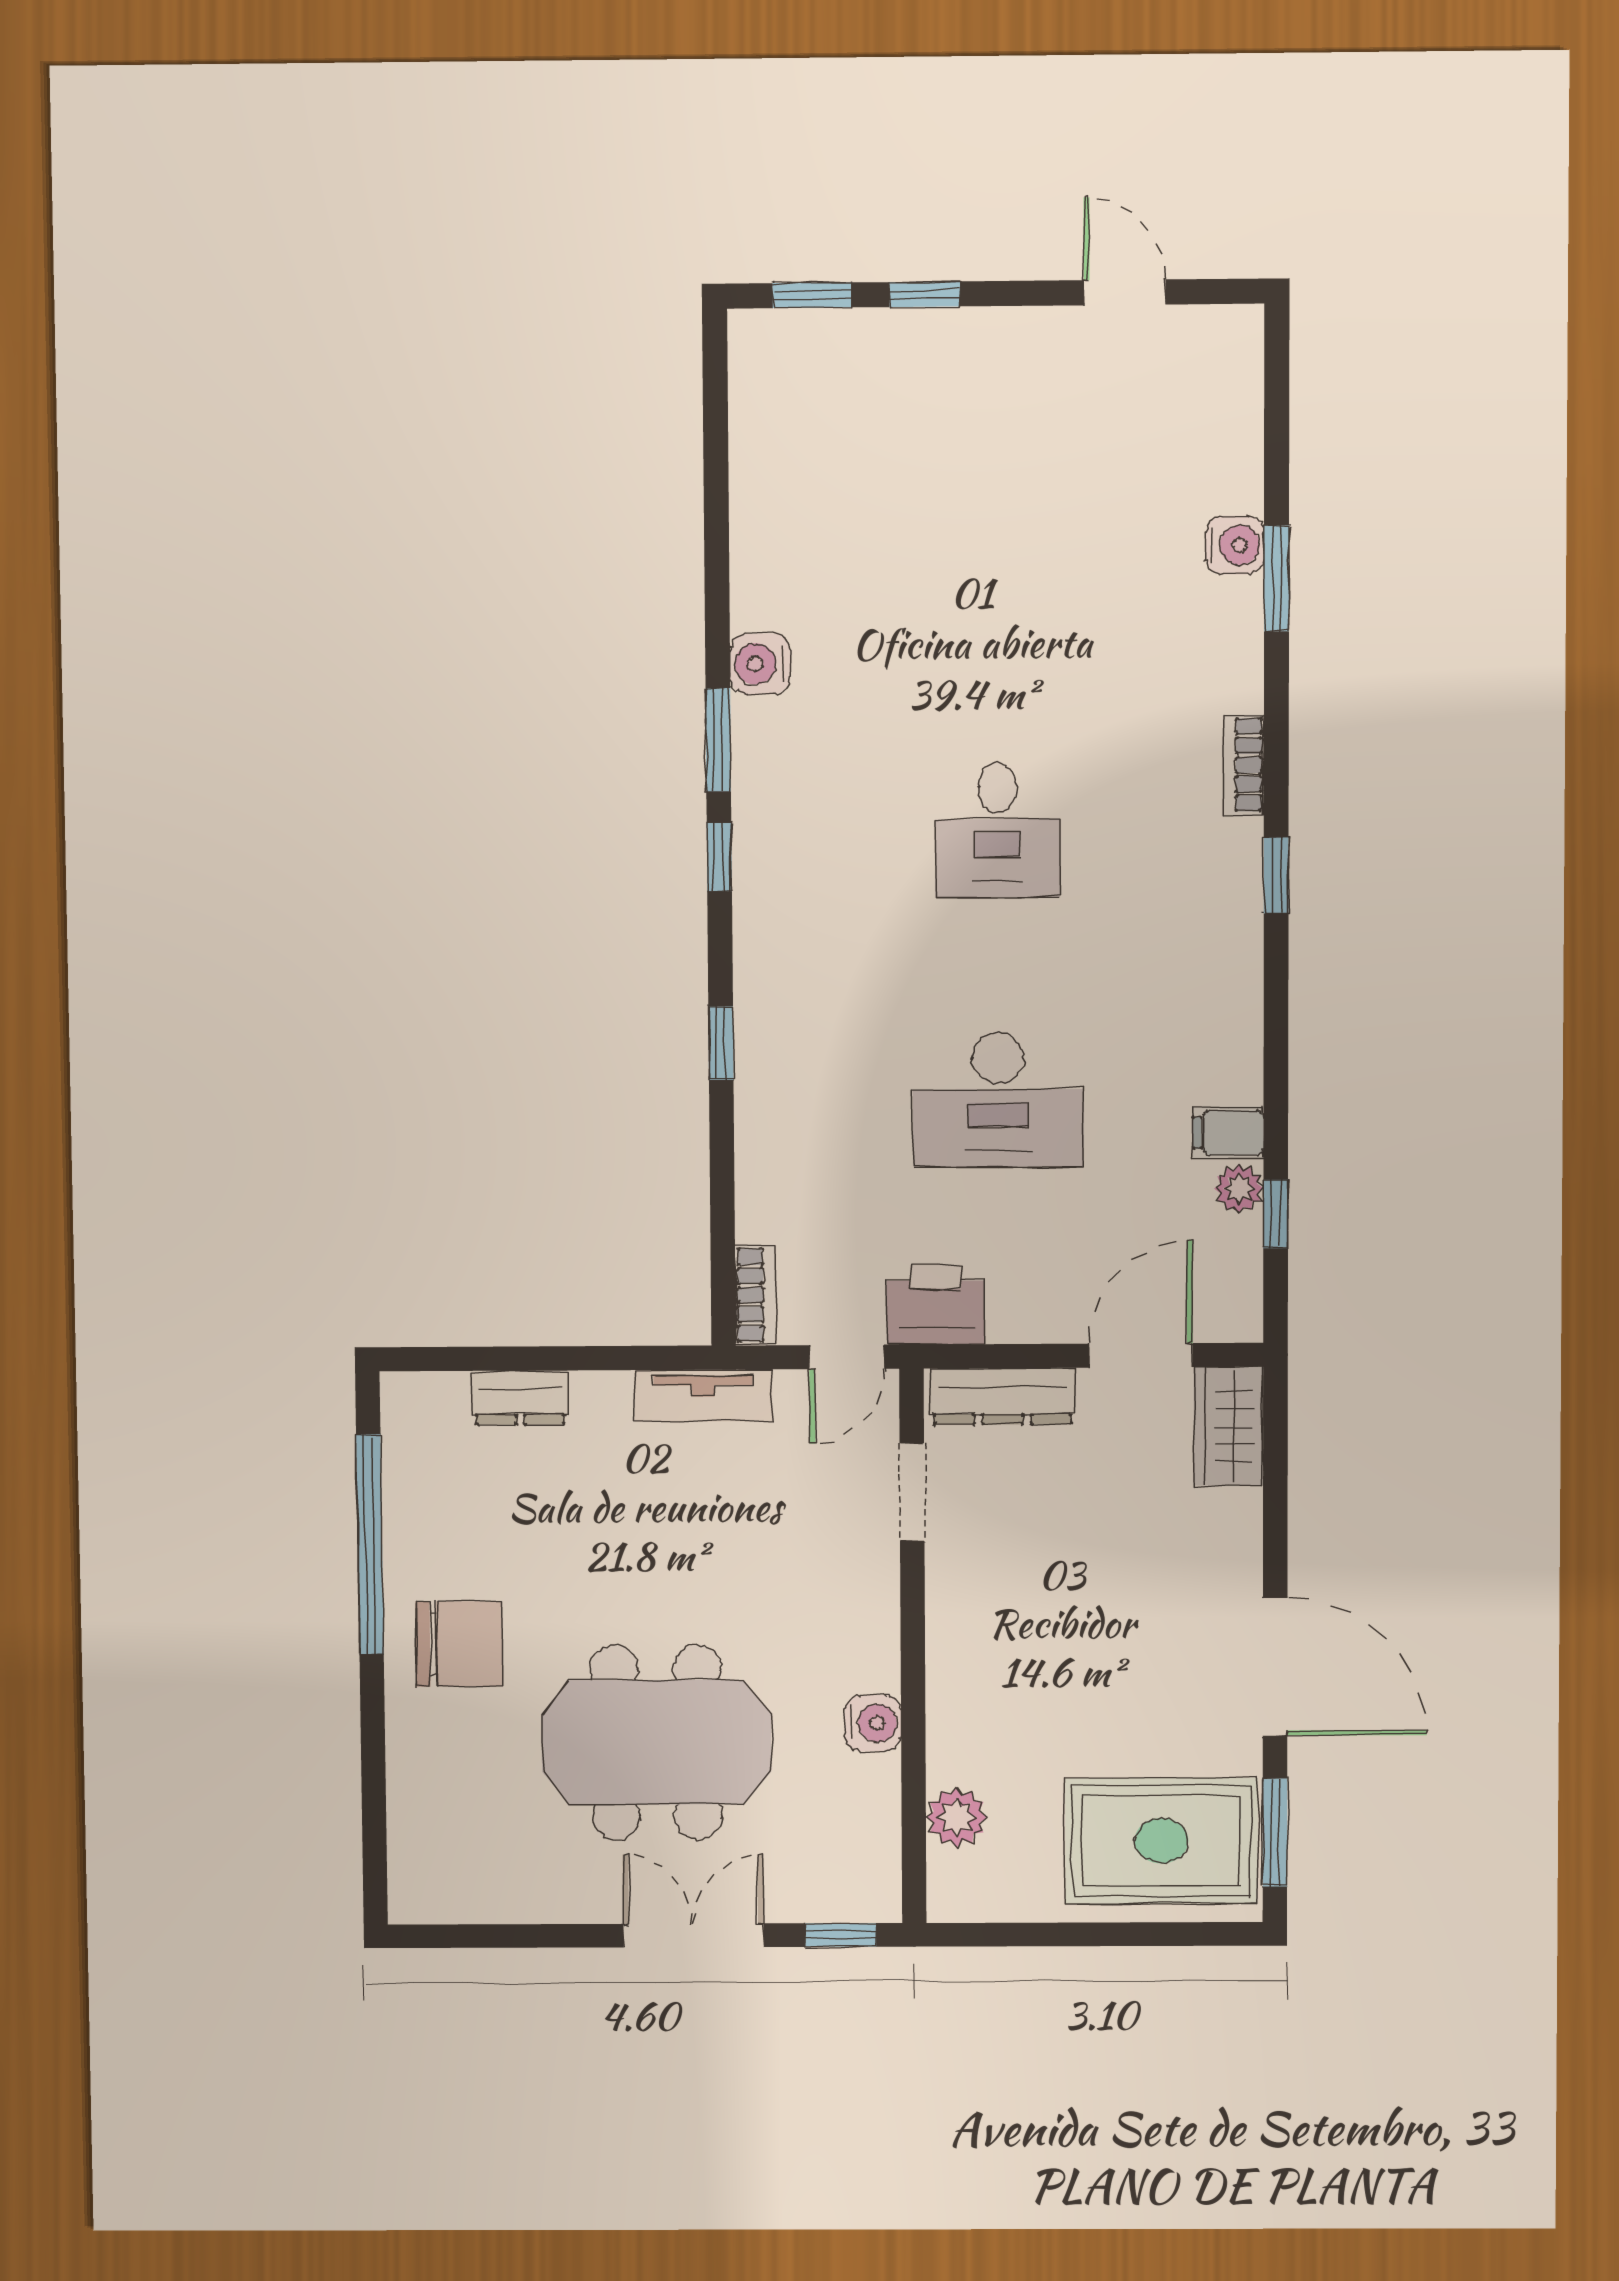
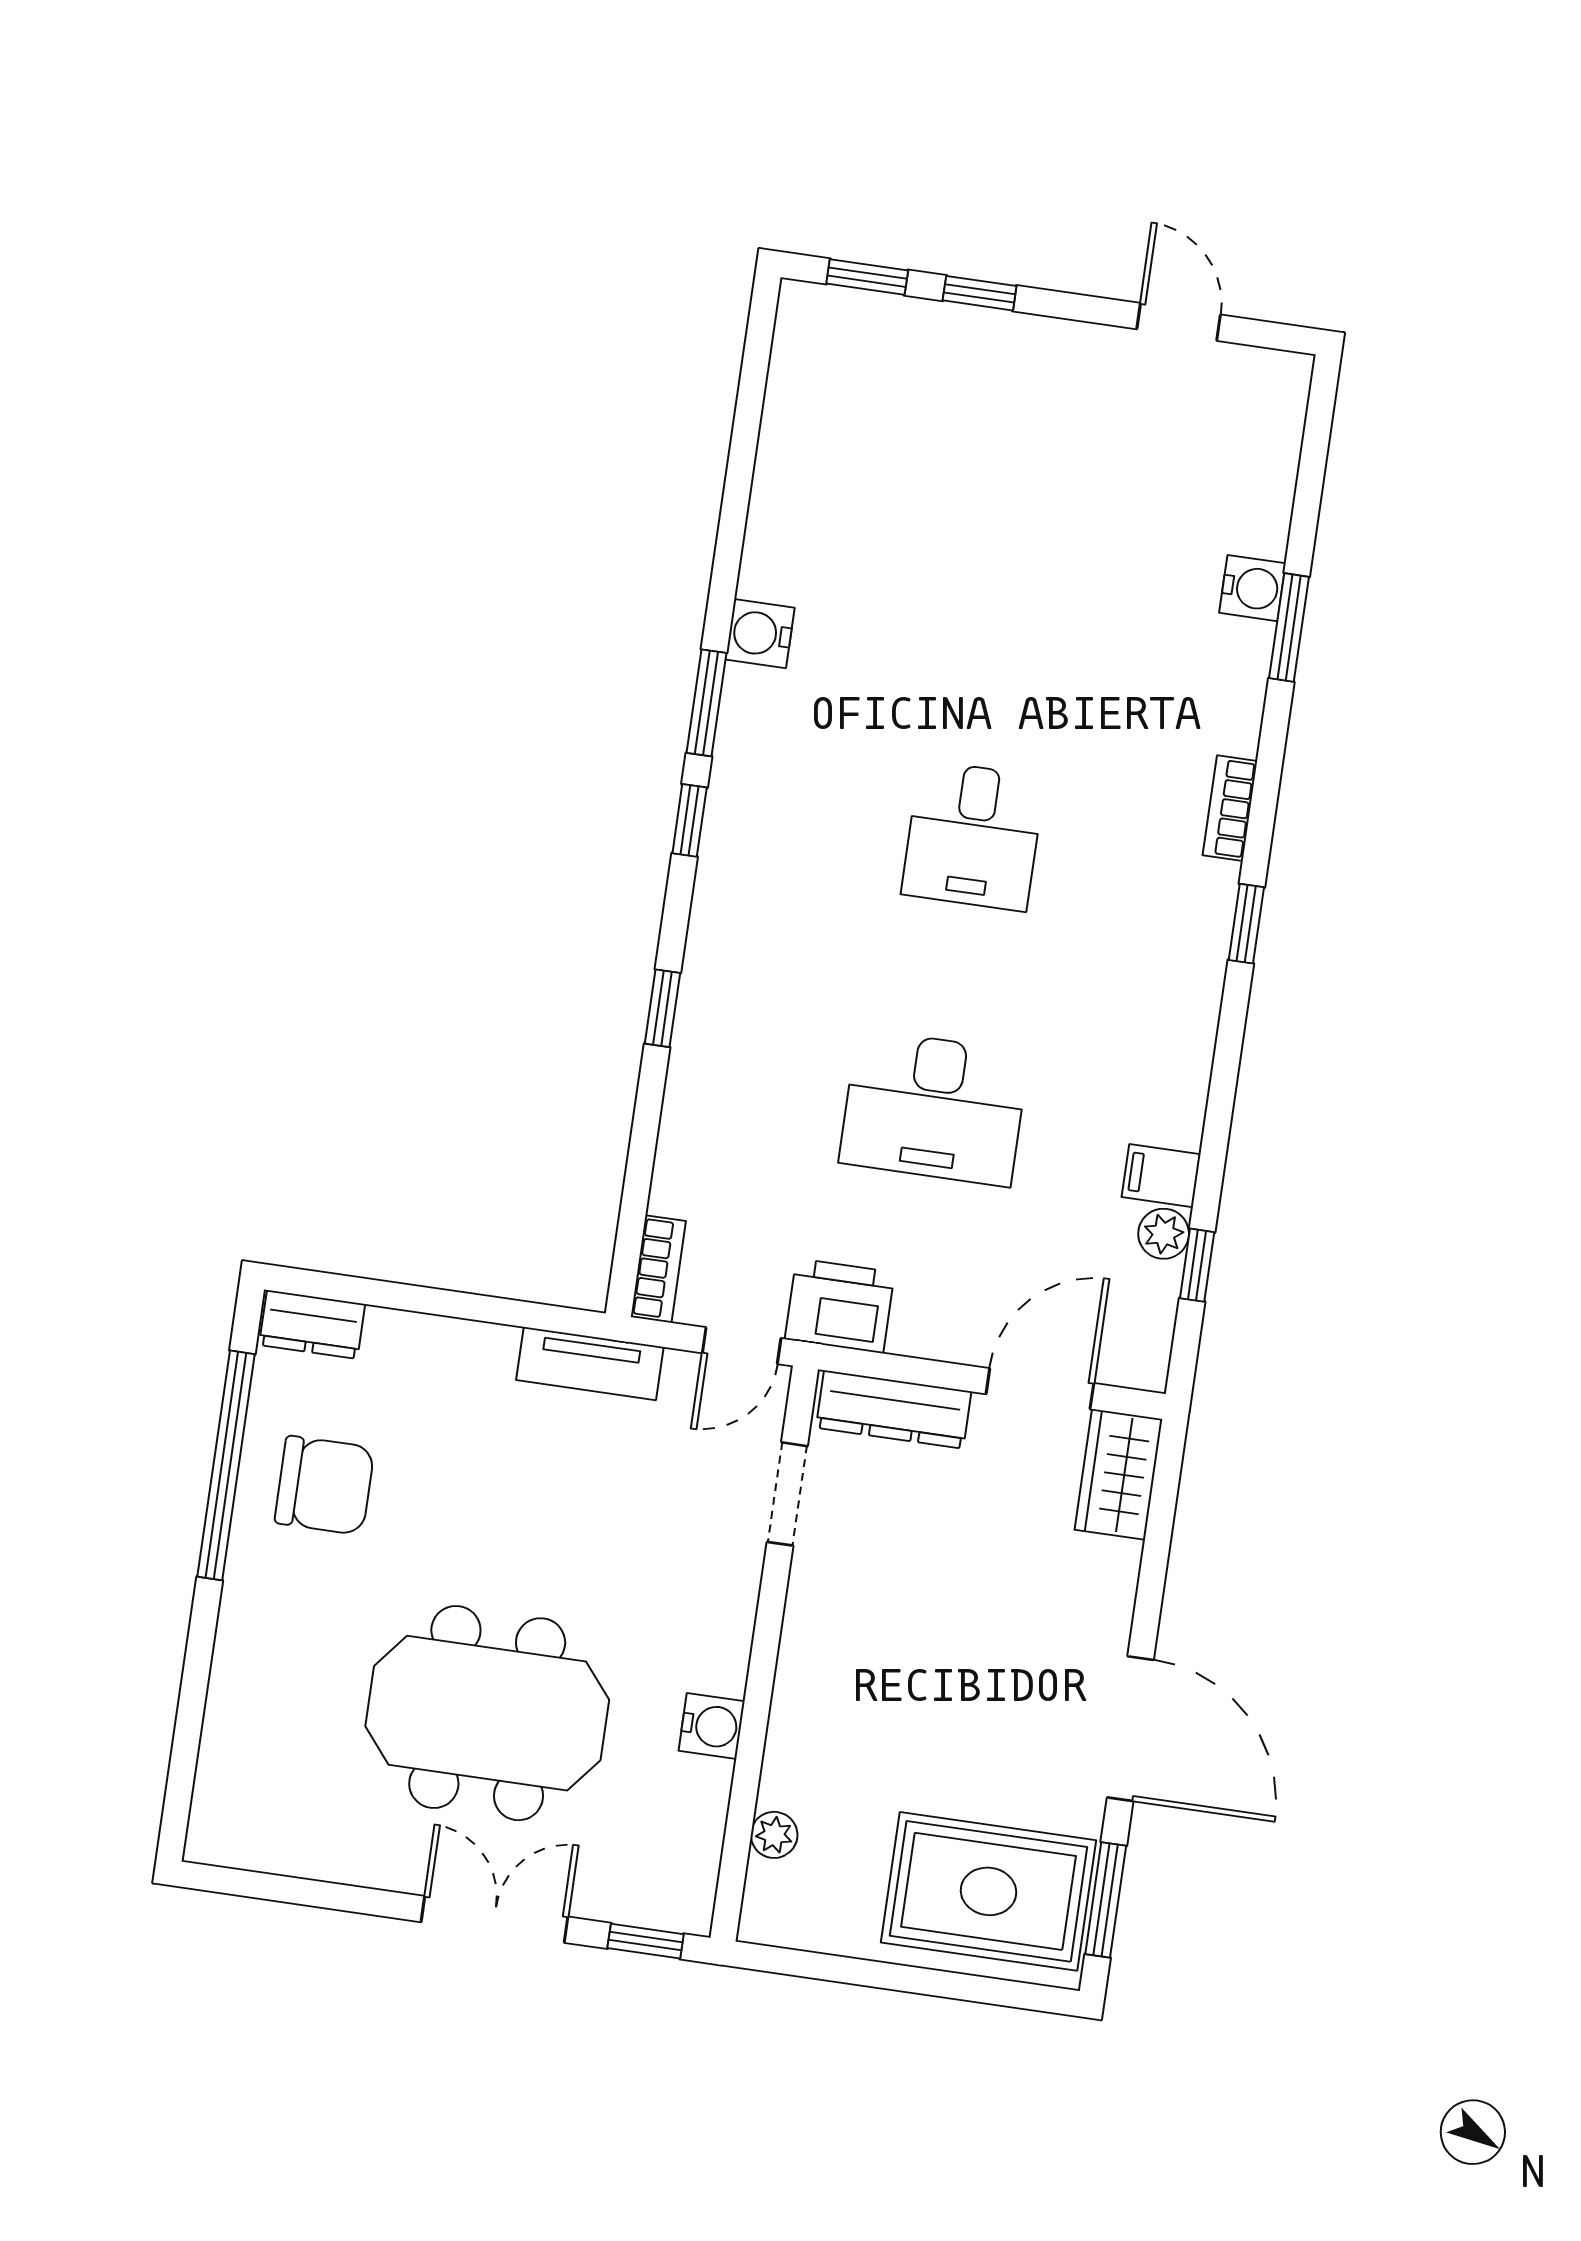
dresser: (520, 1398) -> (312, 1325), moved
chair: (459, 1644) -> (324, 1485), moved
plant: (957, 1817) -> (774, 1835), width x0.73, depth x0.73

